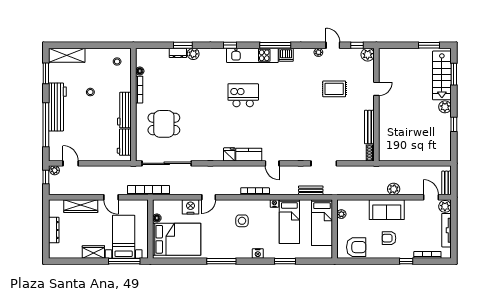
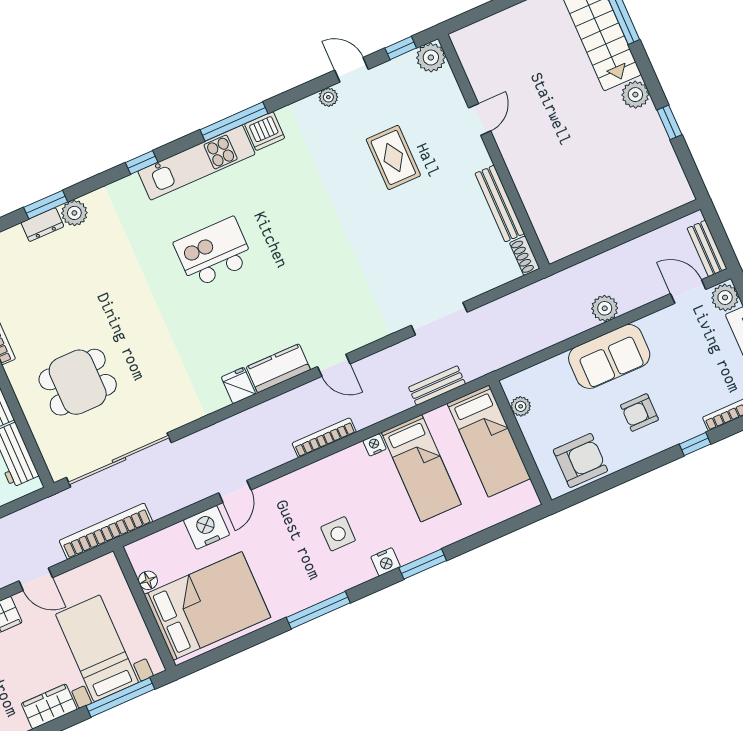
rug: (334, 89) -> (393, 157), turned 90
side table: (242, 221) -> (338, 534), moved
window: (285, 261) -> (423, 564), moved

